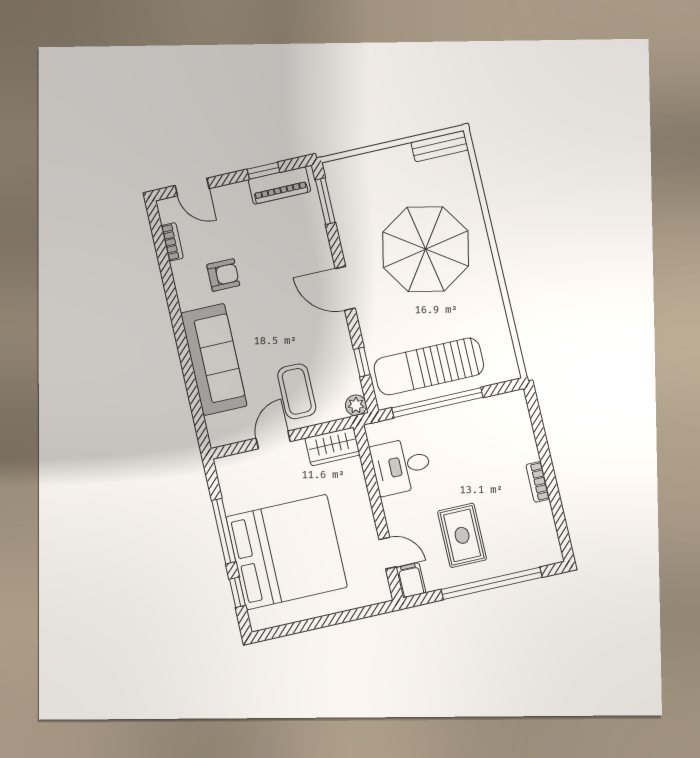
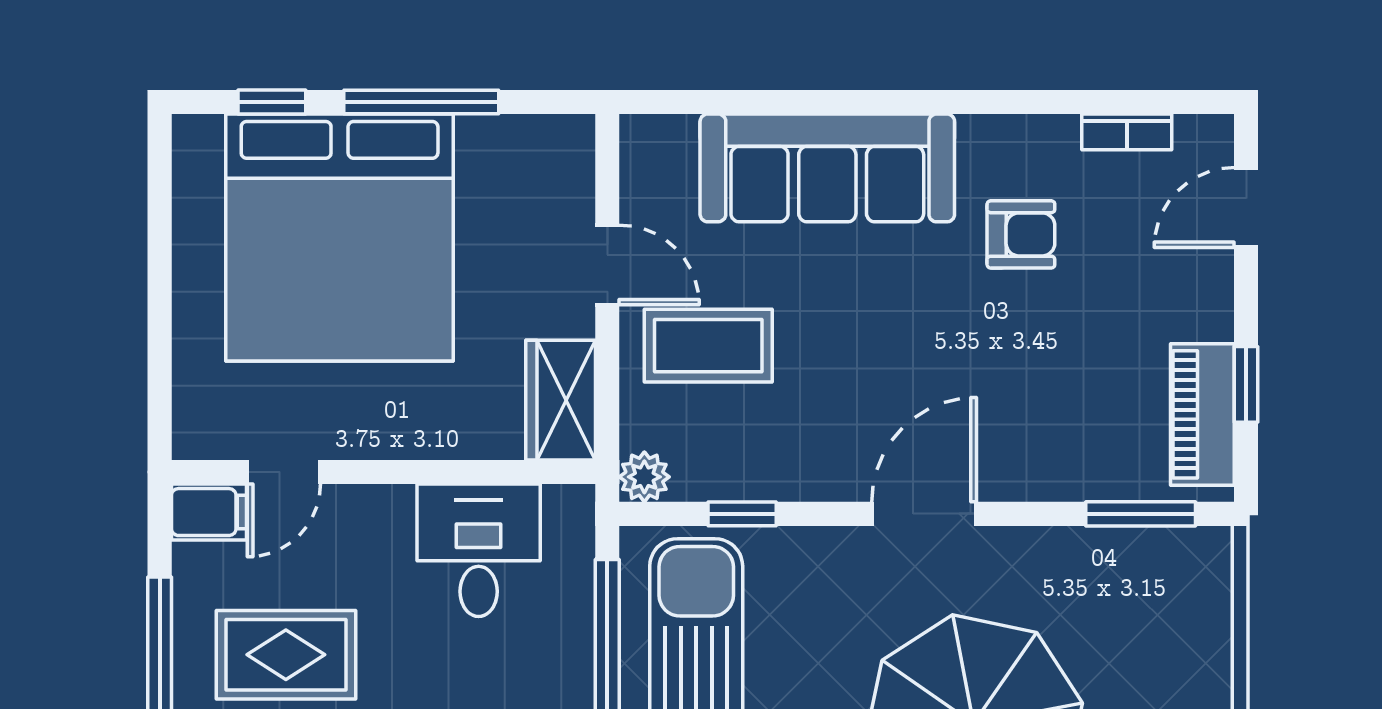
armchair: (223, 275) -> (1021, 234), turned -90

